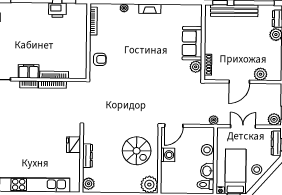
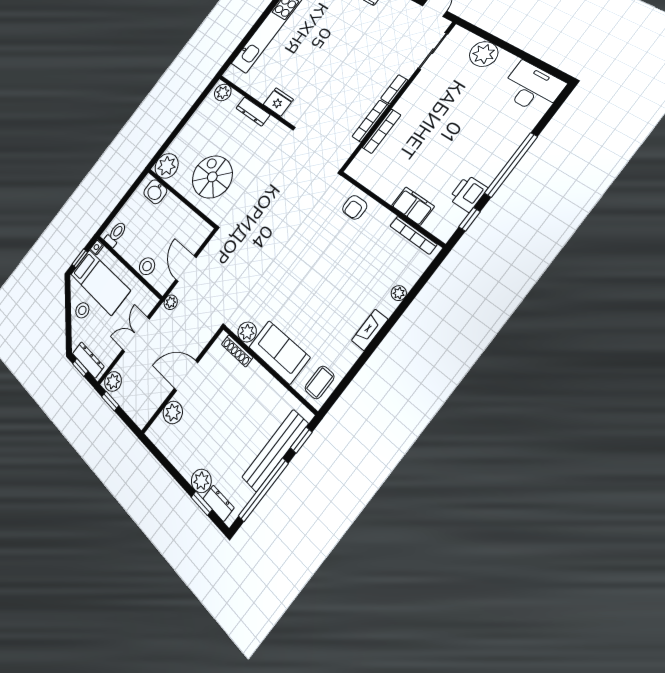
coffee table: (190, 14) -> (320, 382), added
filing cabinet: (29, 71) -> (413, 206), moved, turned -90
door: (239, 82) -> (186, 375), hinge flipped
door: (174, 126) -> (186, 268), moved
double door: (243, 126) -> (136, 334), swing flipped
spiral stairs: (137, 151) -> (212, 177), turned 90
washing machine: (168, 155) -> (179, 213), removed
washbasin: (207, 171) -> (155, 192), moved, turned 180

